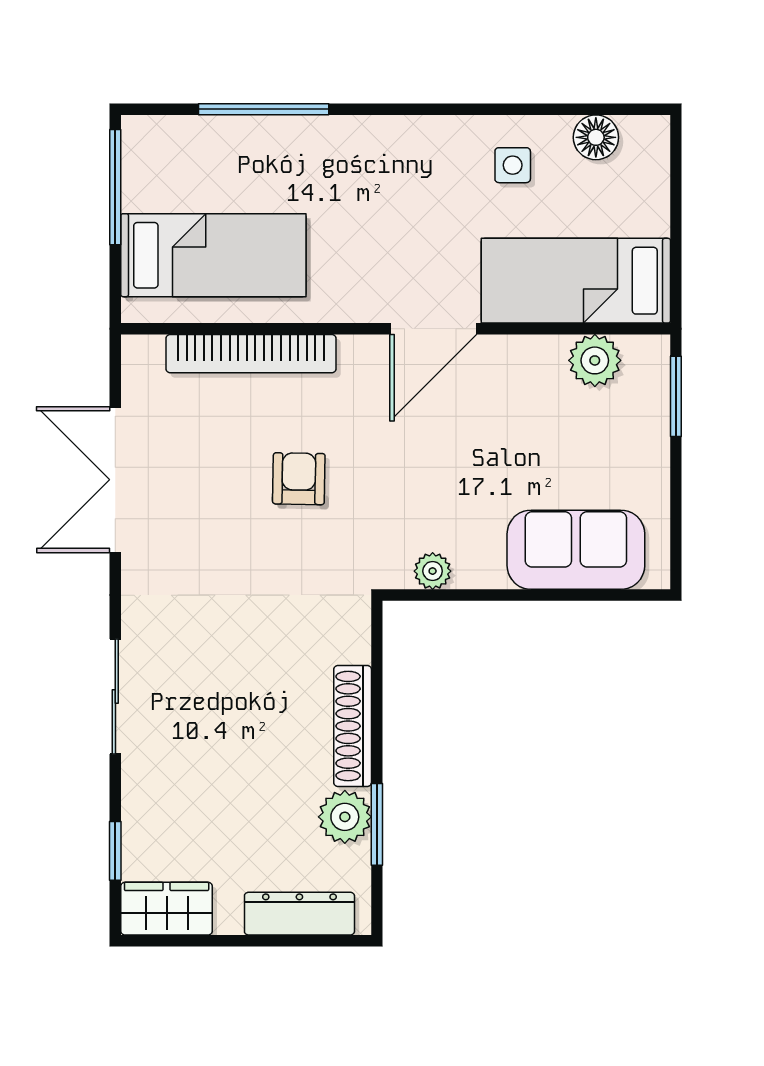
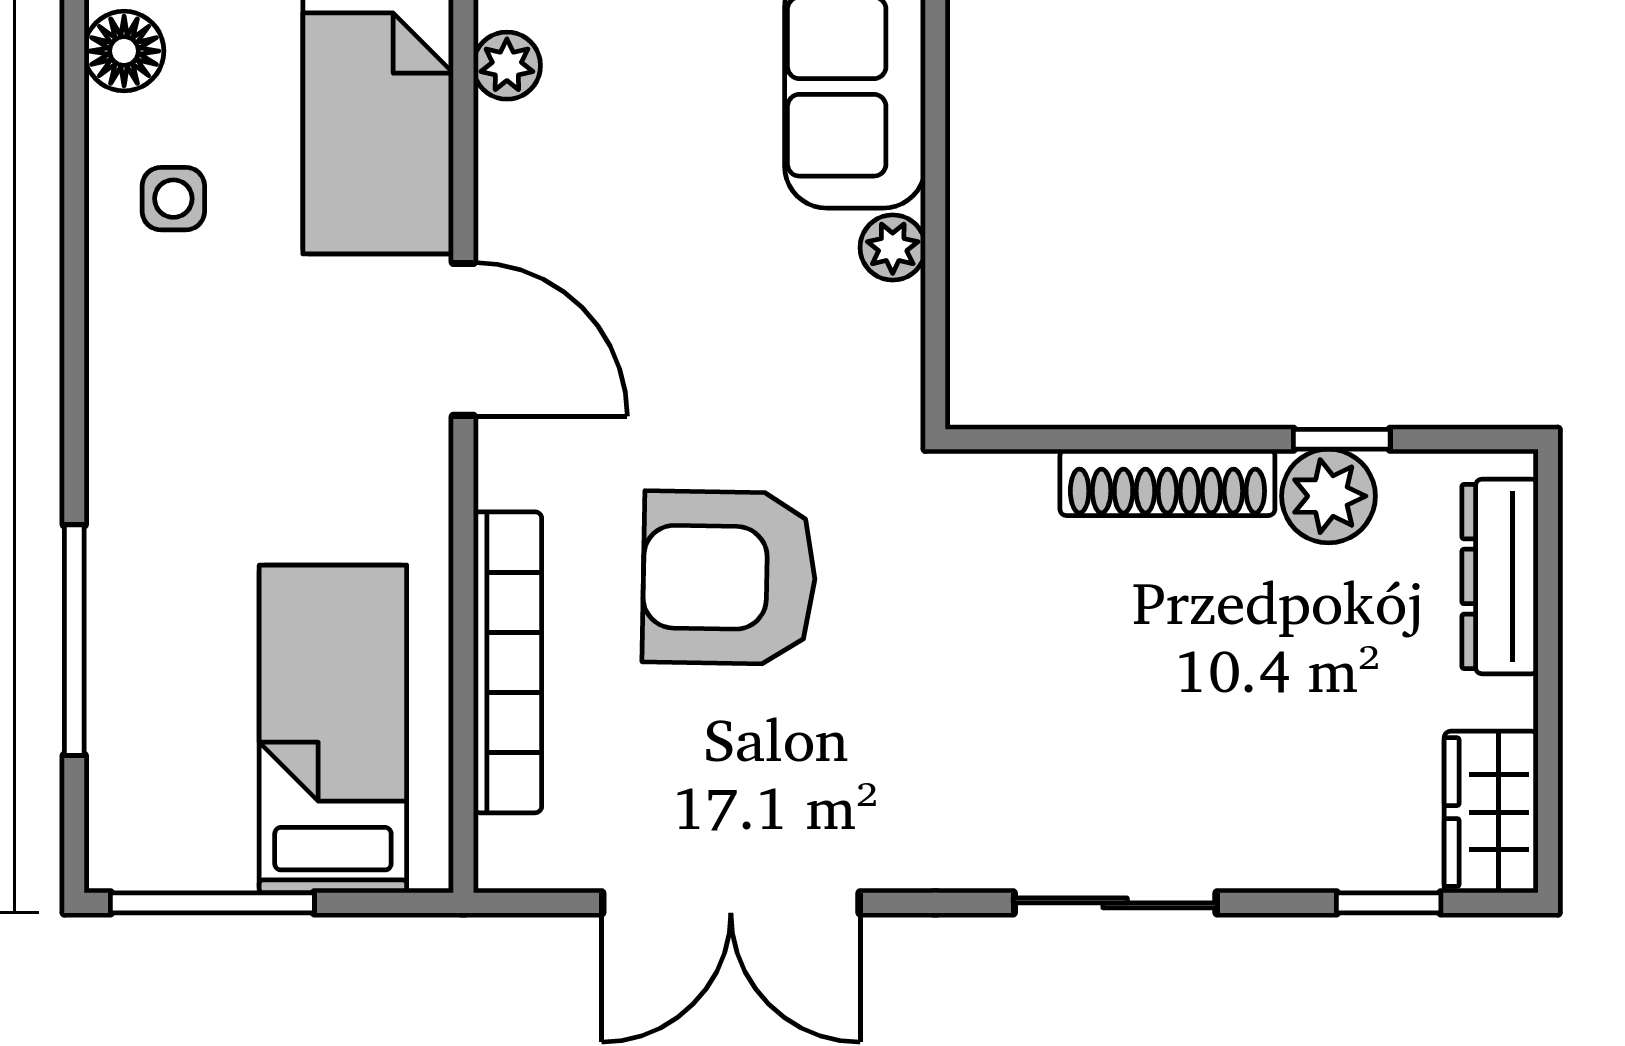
plant: (595, 360) -> (507, 66), width x0.73, depth x0.73
armchair: (299, 479) -> (729, 578), width x1.88, depth x1.88
plant: (433, 571) -> (893, 247), moved
window: (377, 824) -> (1342, 439), width x0.67

